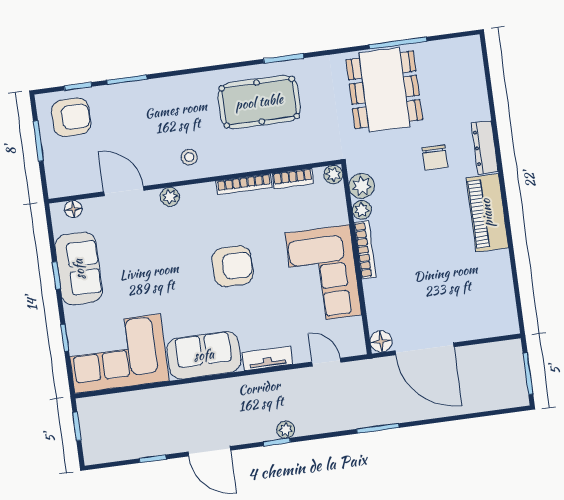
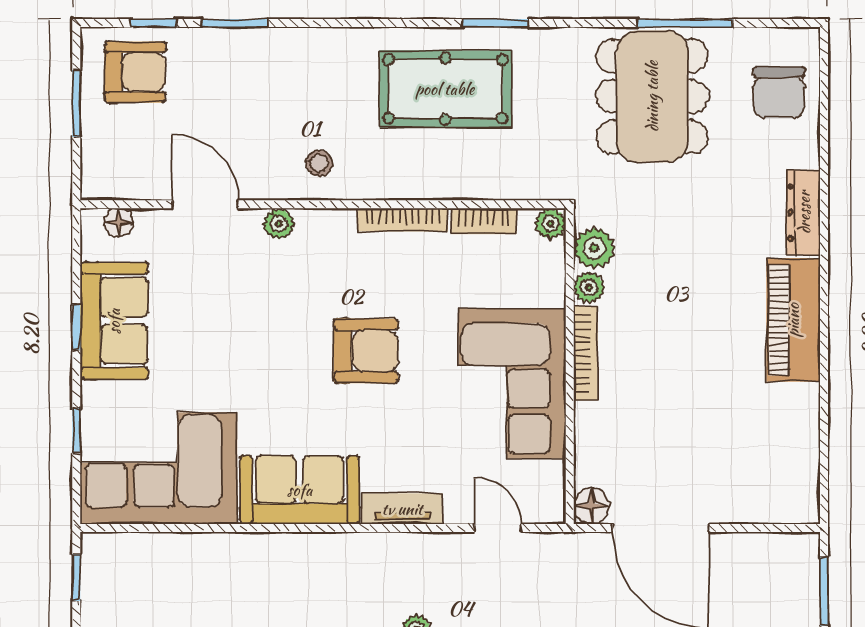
chair: (435, 158) -> (779, 93), moved, width x1.37, depth x1.37

